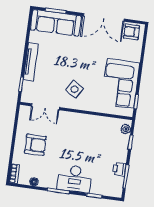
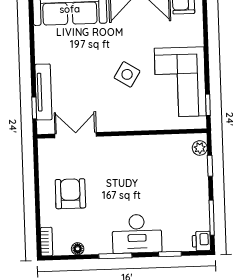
tv unit: (31, 62) -> (43, 92), moved
side table: (75, 89) -> (127, 74), moved
double door: (45, 107) -> (76, 135), swing flipped
armchair: (35, 145) -> (70, 194), turned -90
printer: (119, 169) -> (201, 241), moved

